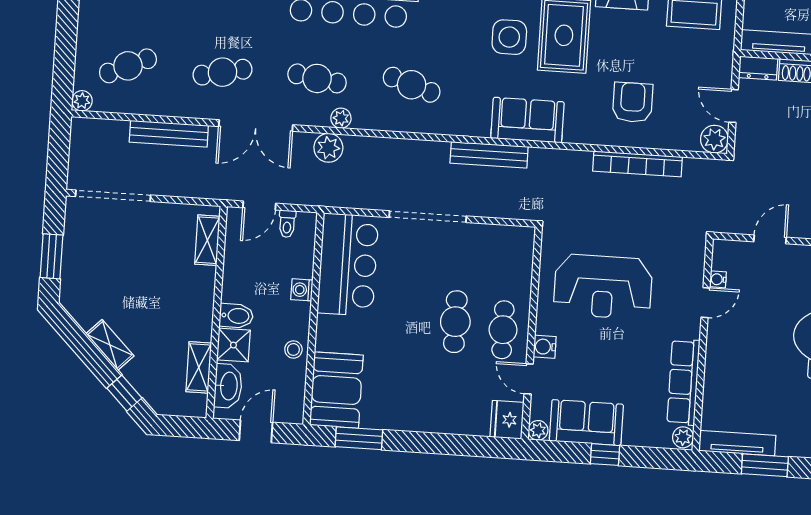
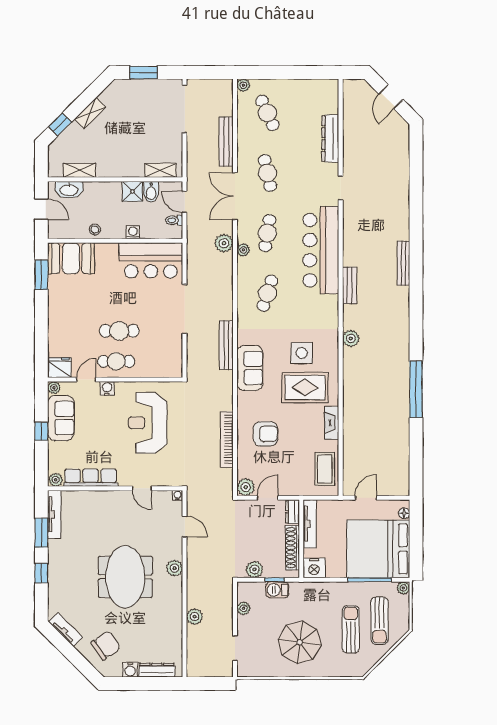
water cooler: (718, 279) -> (178, 495), moved
bidet: (236, 316) -> (151, 192), moved
shower: (233, 345) -> (132, 191), moved

